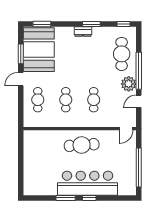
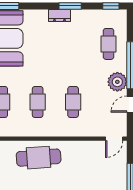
cafe table: (122, 54) -> (109, 44), width x0.73, depth x0.74
cafe table: (82, 145) -> (39, 158), moved

